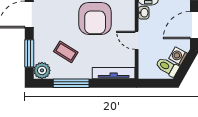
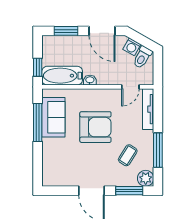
door: (137, 40) -> (130, 87), moved

